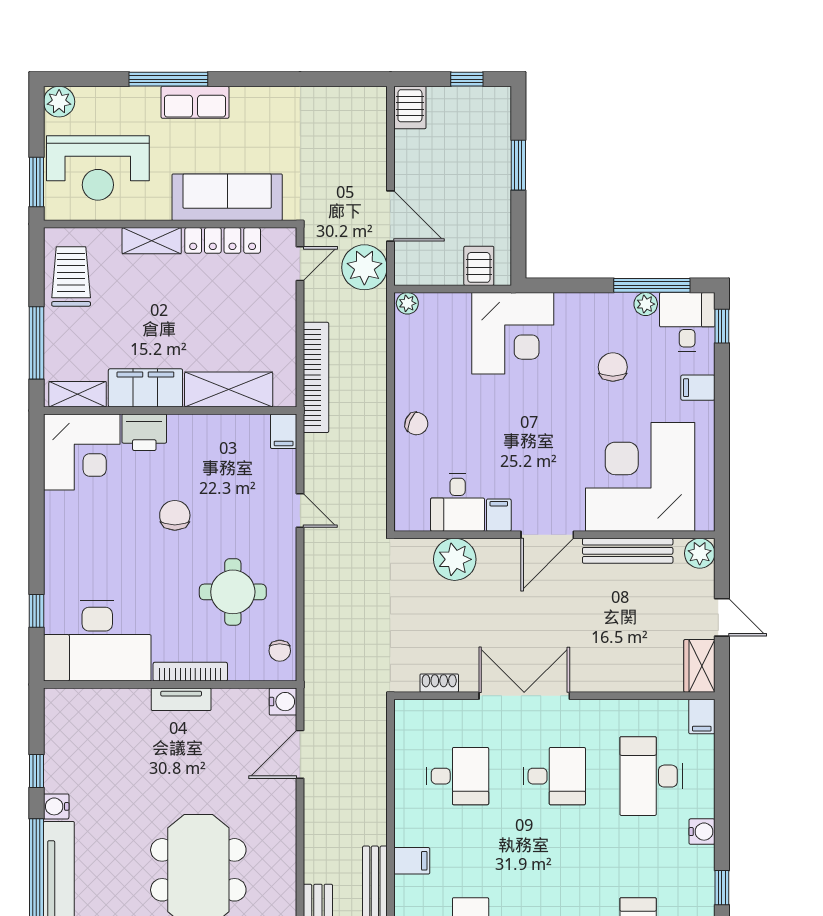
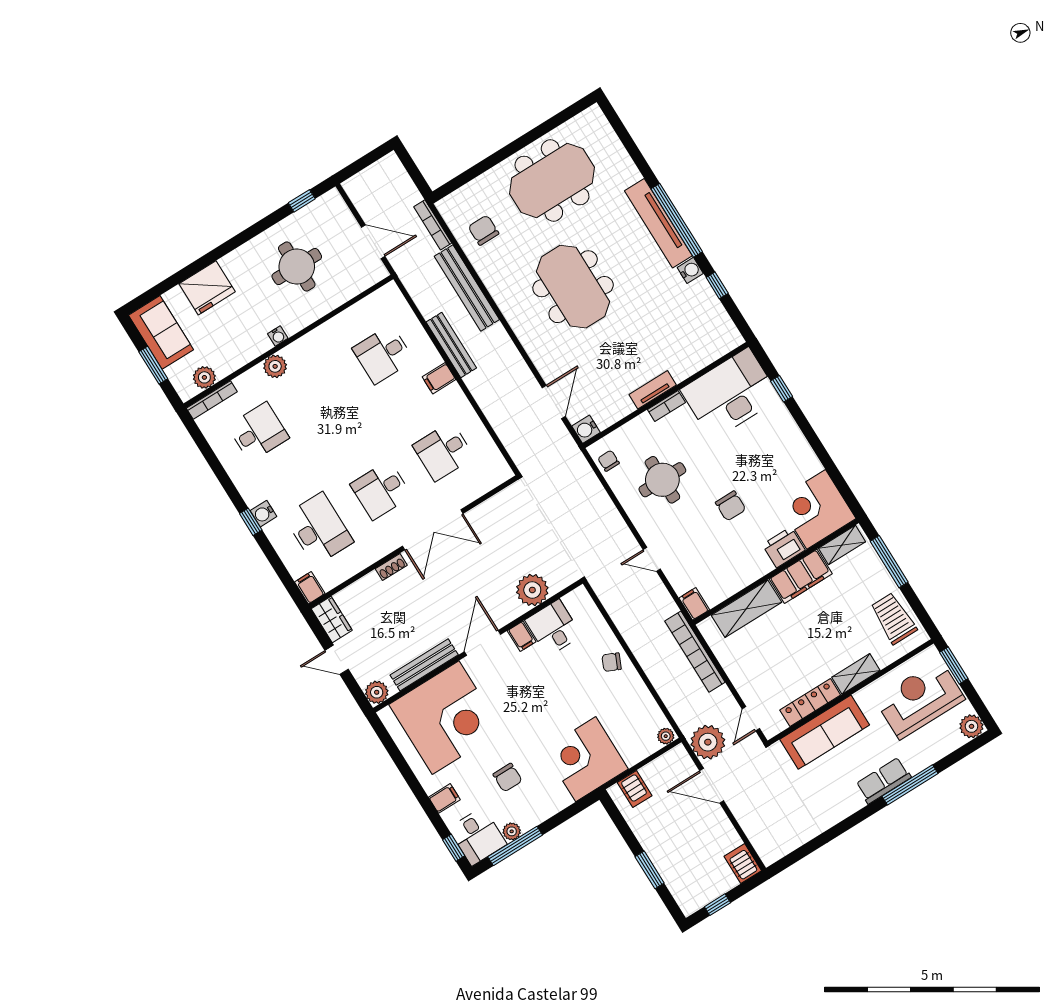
trolley: (71, 276) -> (893, 618), turned 180
bookcase: (190, 672) -> (666, 406), width x0.64
shoe rack: (439, 683) -> (391, 567), moved
window: (722, 888) -> (251, 522), moved

